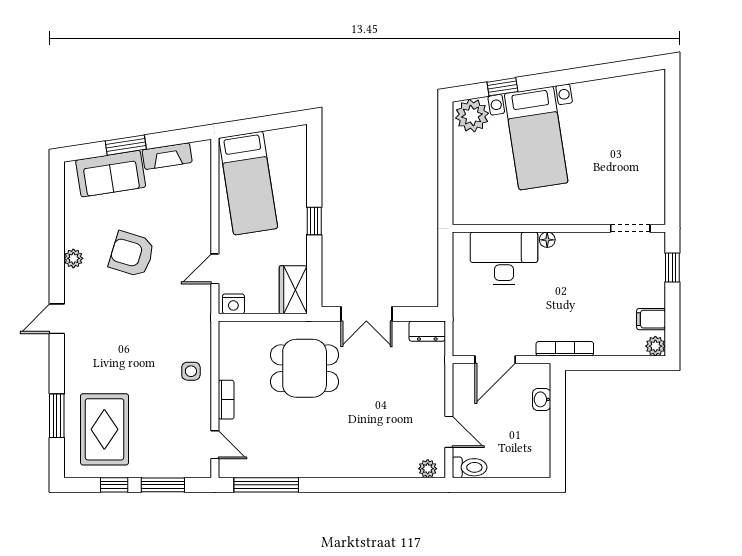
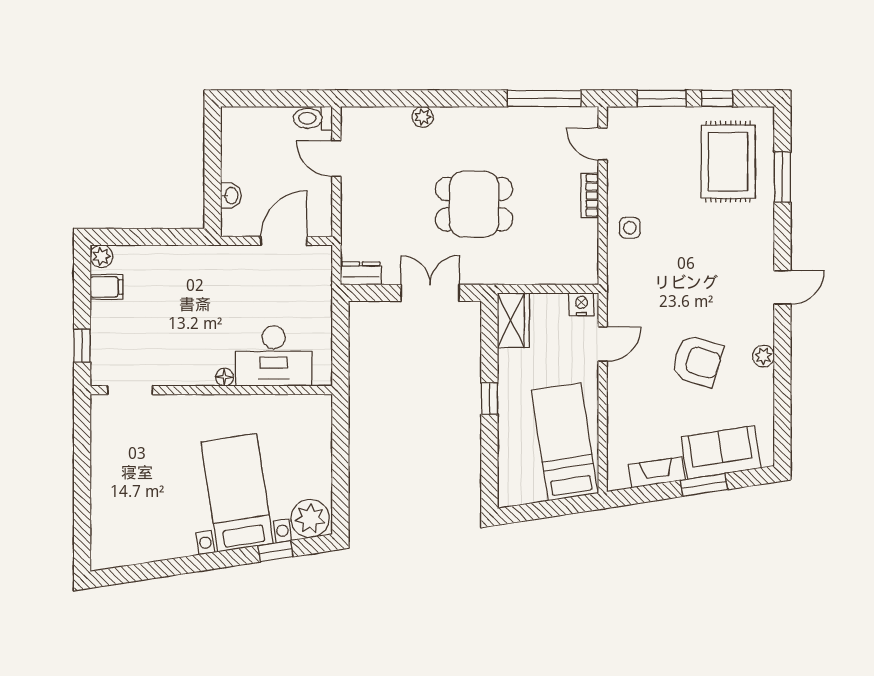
bookcase: (565, 349) -> (204, 253), removed
dining table: (305, 368) -> (474, 204), moved
plant: (428, 469) -> (423, 117), moved

